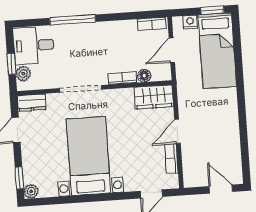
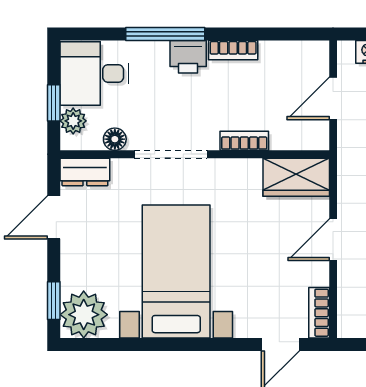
bookcase: (152, 24) -> (233, 50), moved
printer: (87, 32) -> (188, 57), added
floor lamp: (144, 76) -> (115, 139), moved
bookcase: (171, 159) -> (319, 313), moved
plant: (31, 191) -> (84, 315), width x1.88, depth x1.88

